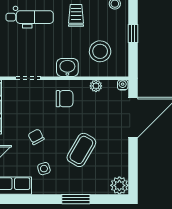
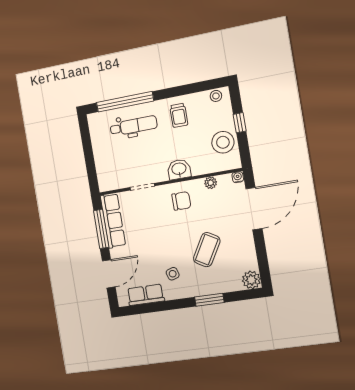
trolley: (76, 15) -> (179, 115), turned 180
stool: (100, 51) -> (223, 142), moved
chair: (36, 137) -> (160, 243), removed

